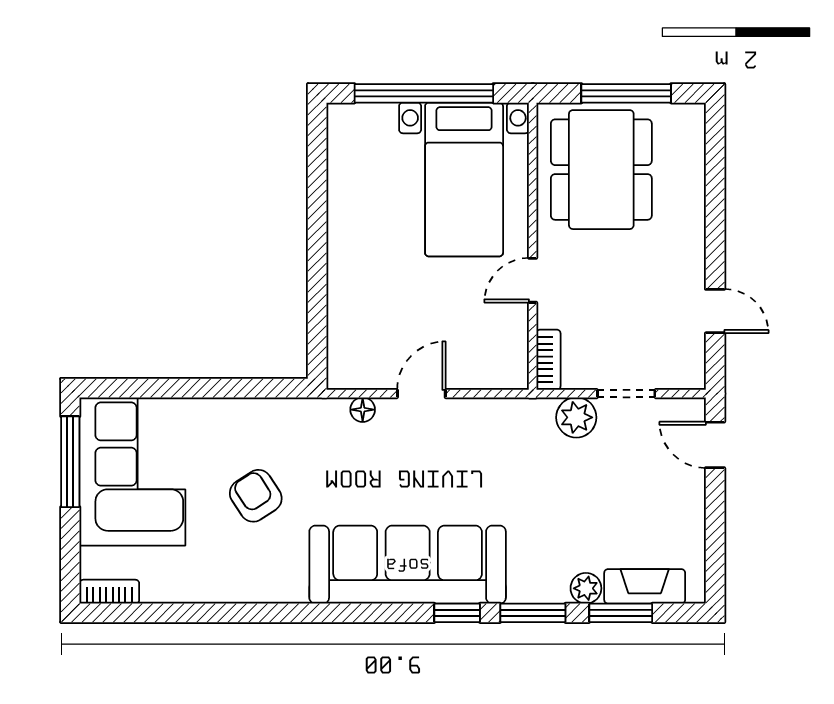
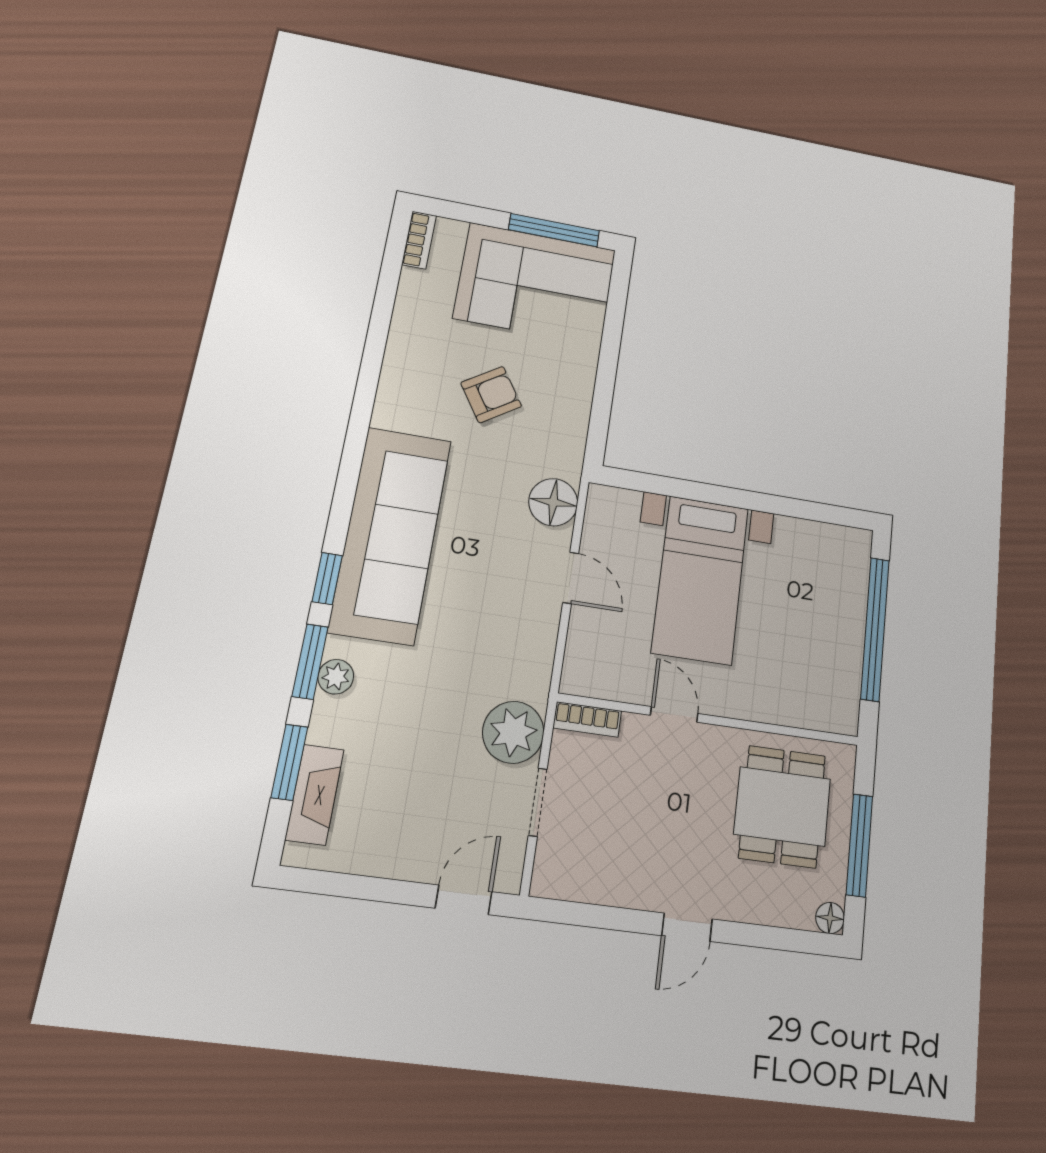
floor lamp: (692, 116) -> (830, 918), added
dining table: (601, 170) -> (782, 806), width x0.73
bed with nightstands: (464, 179) -> (700, 580), moved, turned -90
door: (715, 311) -> (687, 927), moved
floor lamp: (363, 410) -> (553, 502), width x1.89, depth x1.89
plant: (576, 417) -> (513, 732), width x1.36, depth x1.36
plant: (586, 588) -> (336, 677), moved

